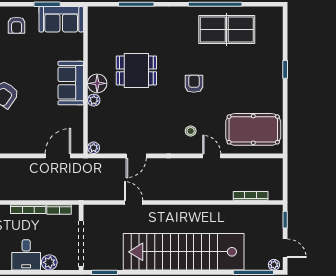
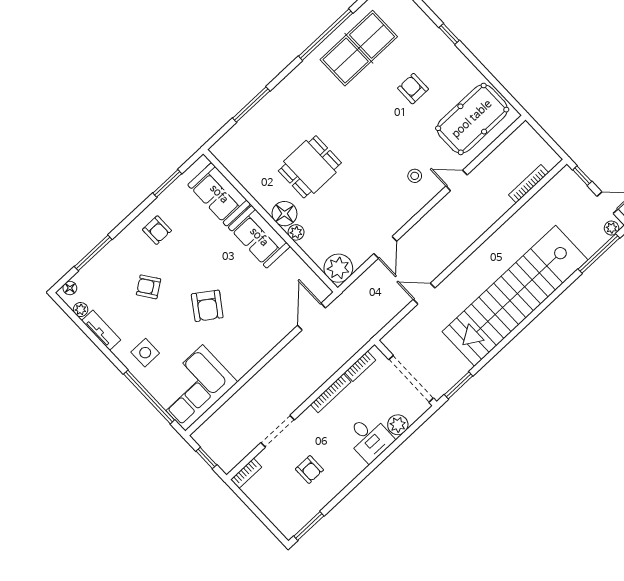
sofa: (61, 19) -> (219, 194), moved, turned 90
armchair: (194, 84) -> (413, 89), moved
plant: (94, 148) -> (338, 268), width x1.88, depth x1.88

